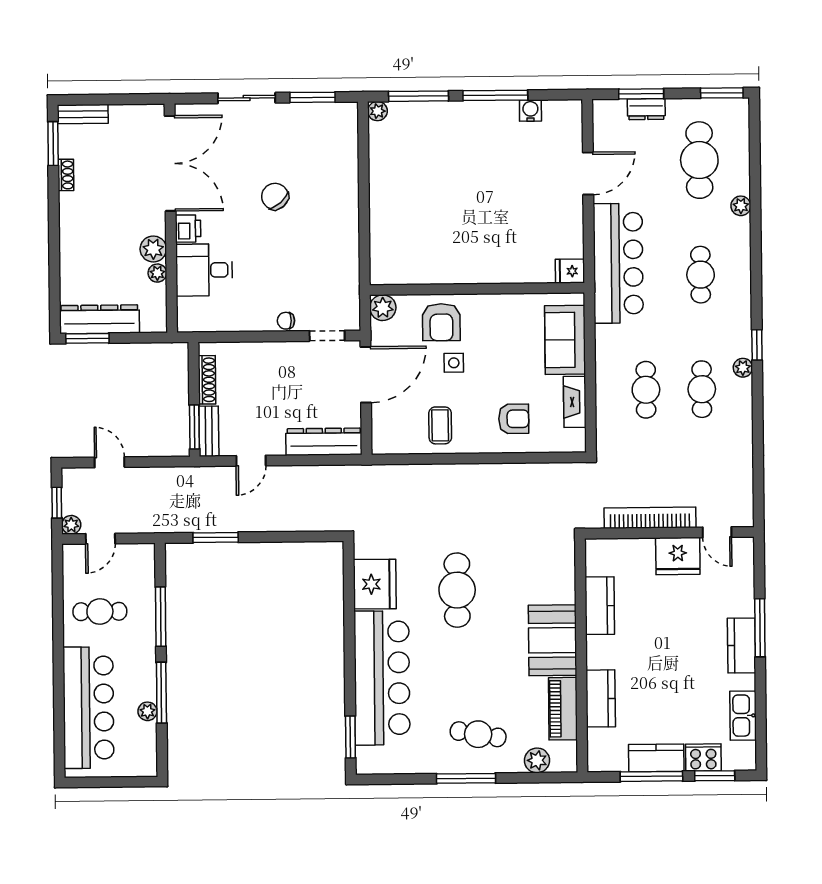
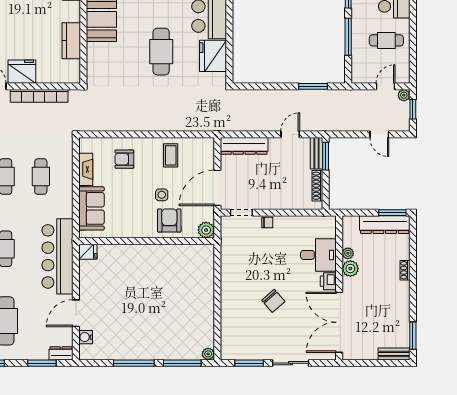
dresser: (646, 109) -> (61, 353), moved
water cooler: (530, 111) -> (86, 337), moved, turned 90
shoe rack: (66, 175) -> (405, 270), moved

